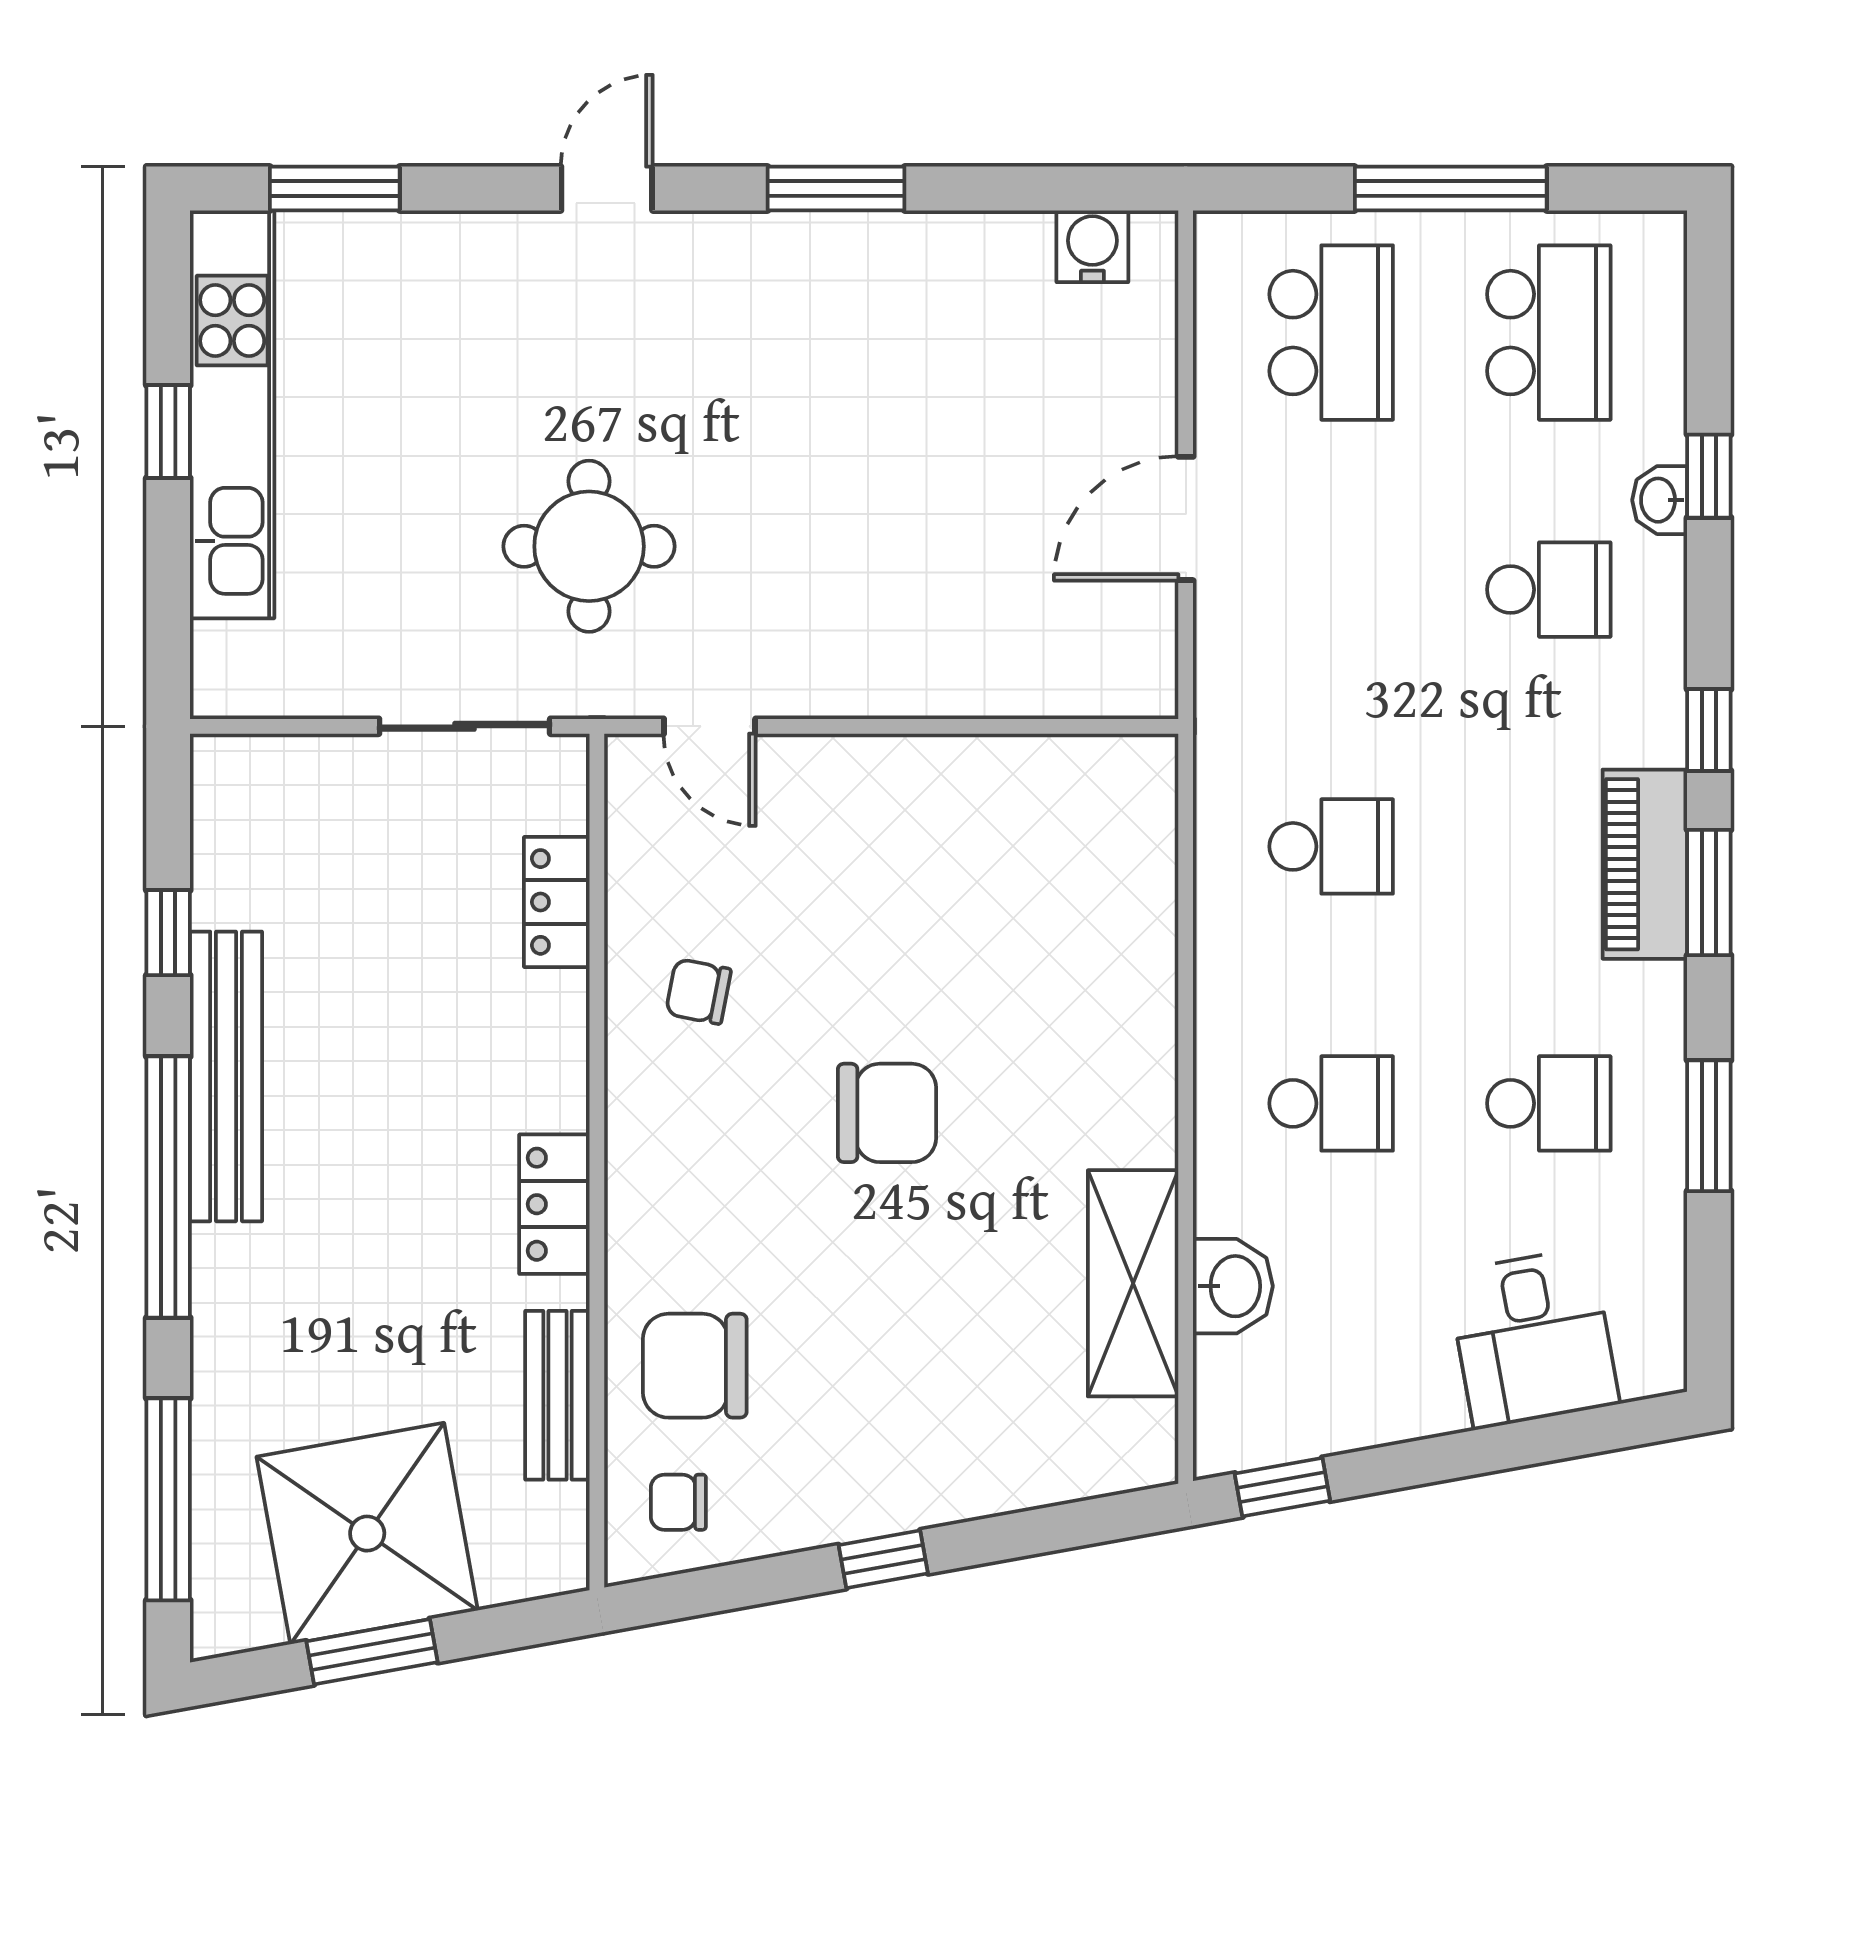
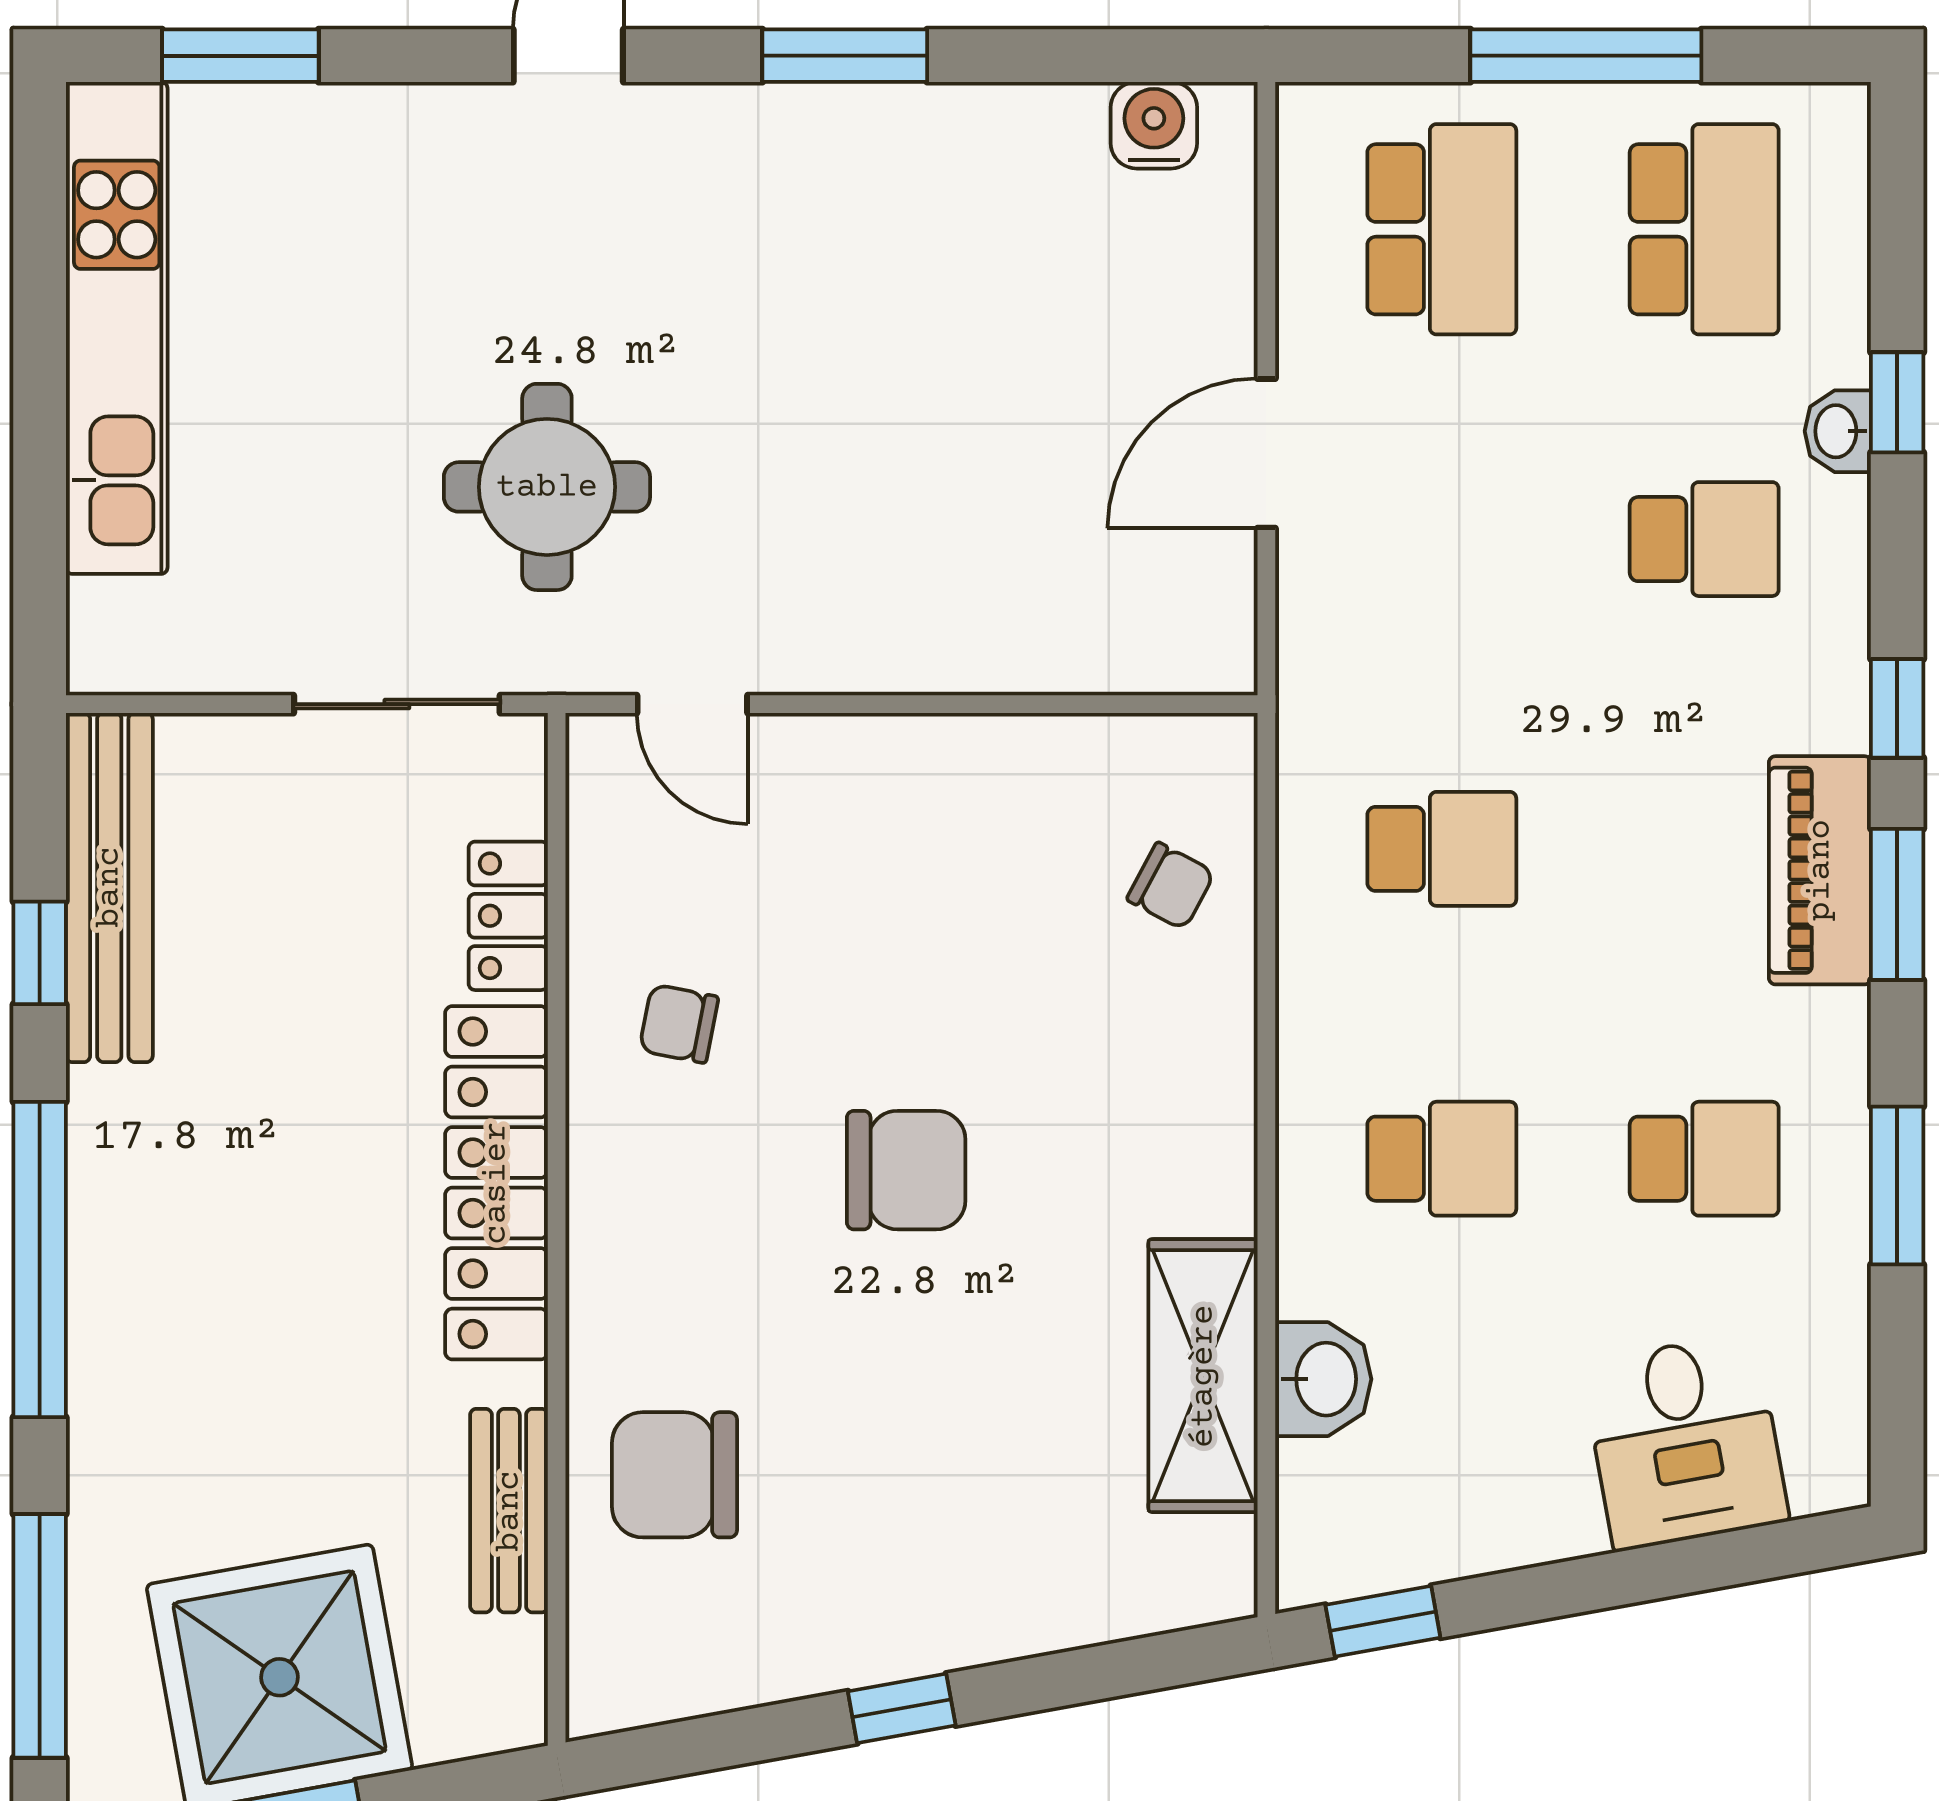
window: (168, 432) -> (40, 349), removed
bench: (226, 1076) -> (109, 887), moved
locker: (554, 1204) -> (496, 1183), width x2.16, depth x1.21
chair: (678, 1502) -> (1171, 886), moved, turned -152

